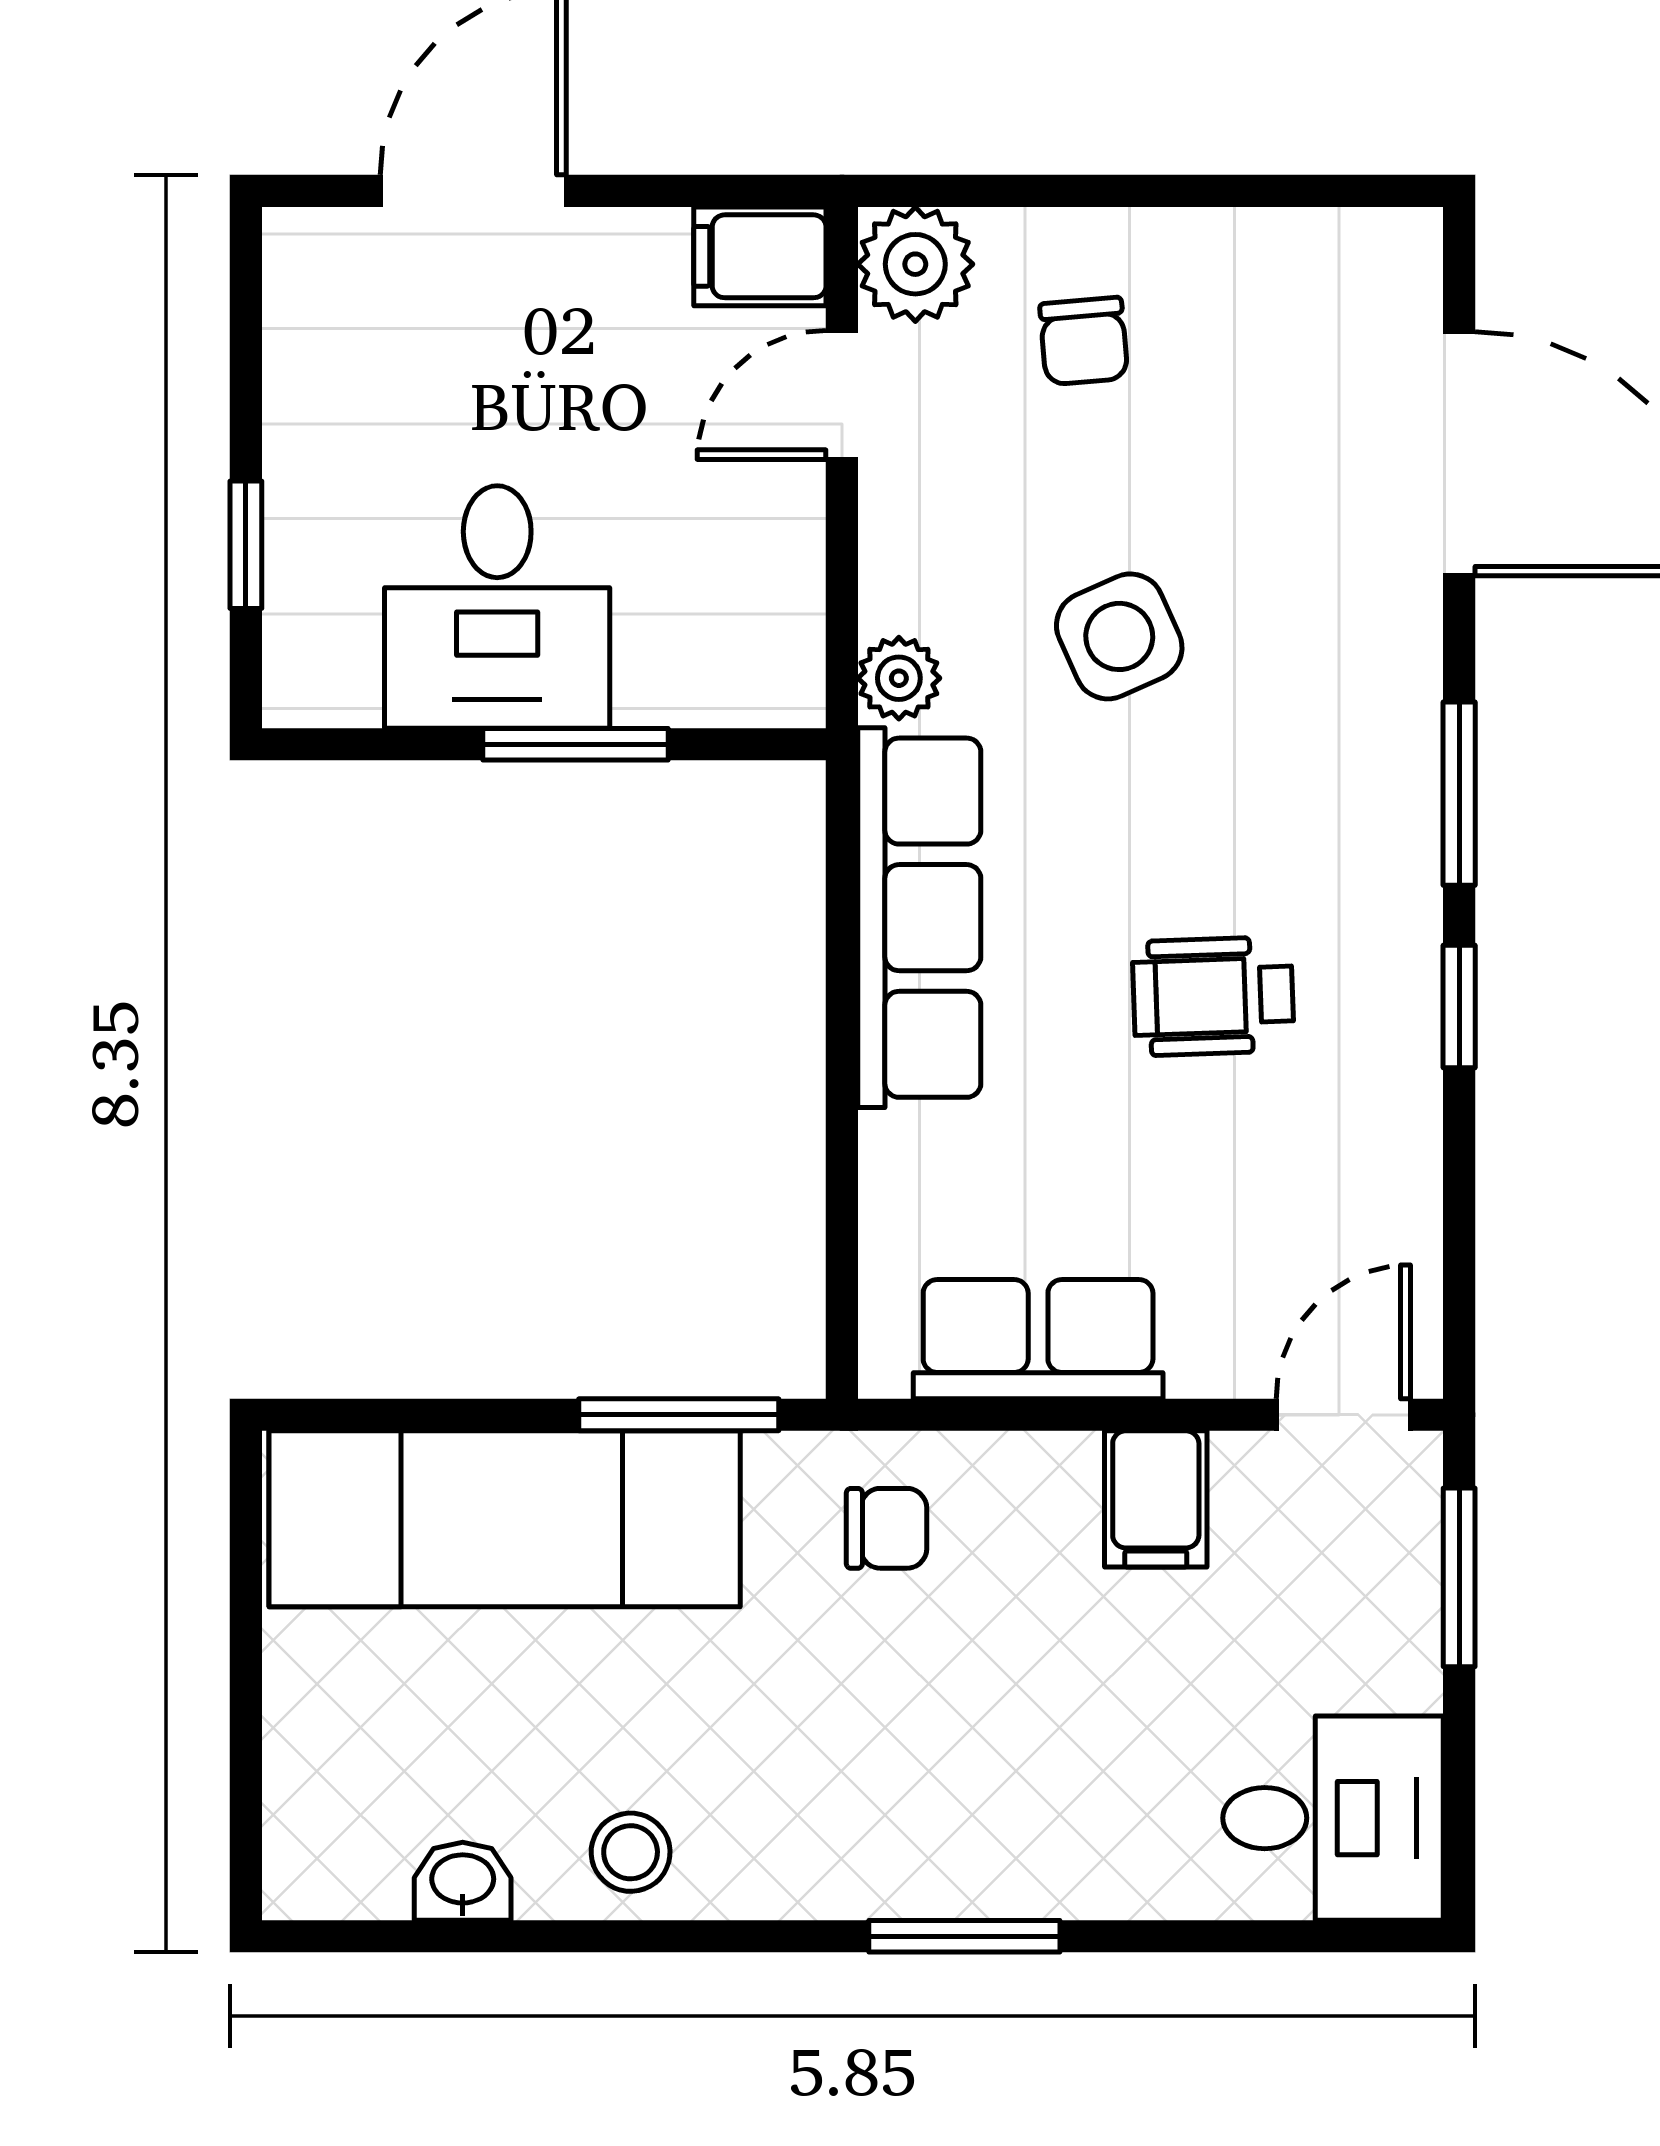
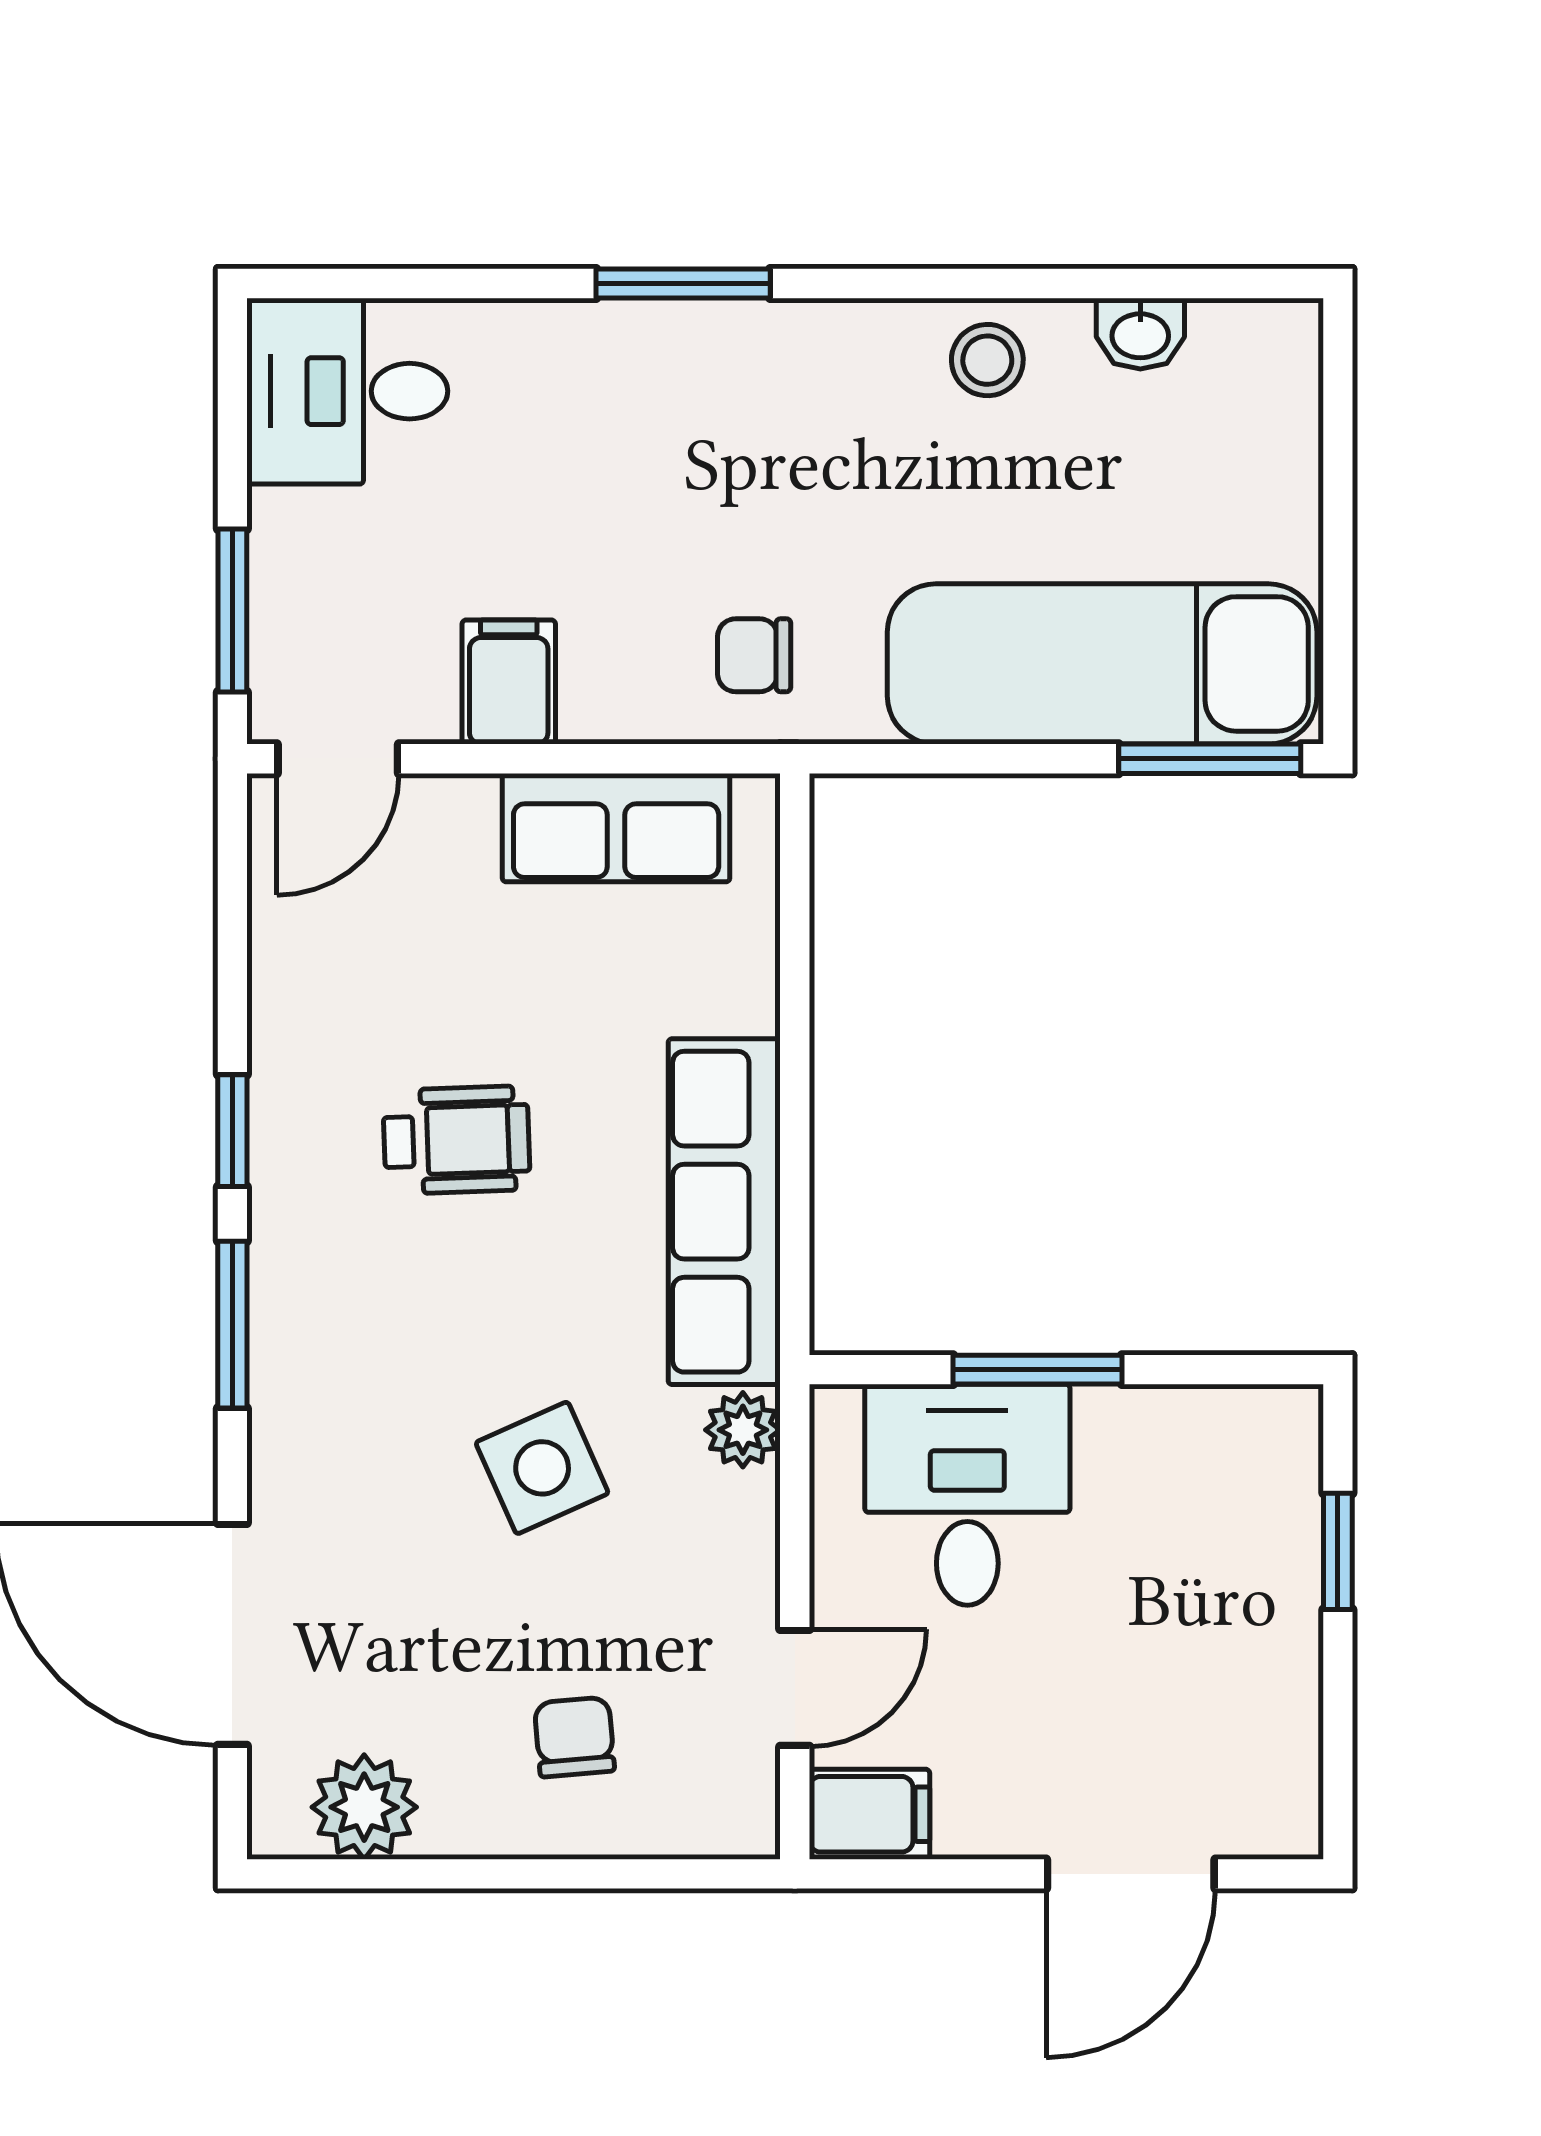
plant: (915, 264) -> (364, 1807), moved
desk: (497, 607) -> (967, 1495), moved
window: (679, 1415) -> (1210, 759), moved

